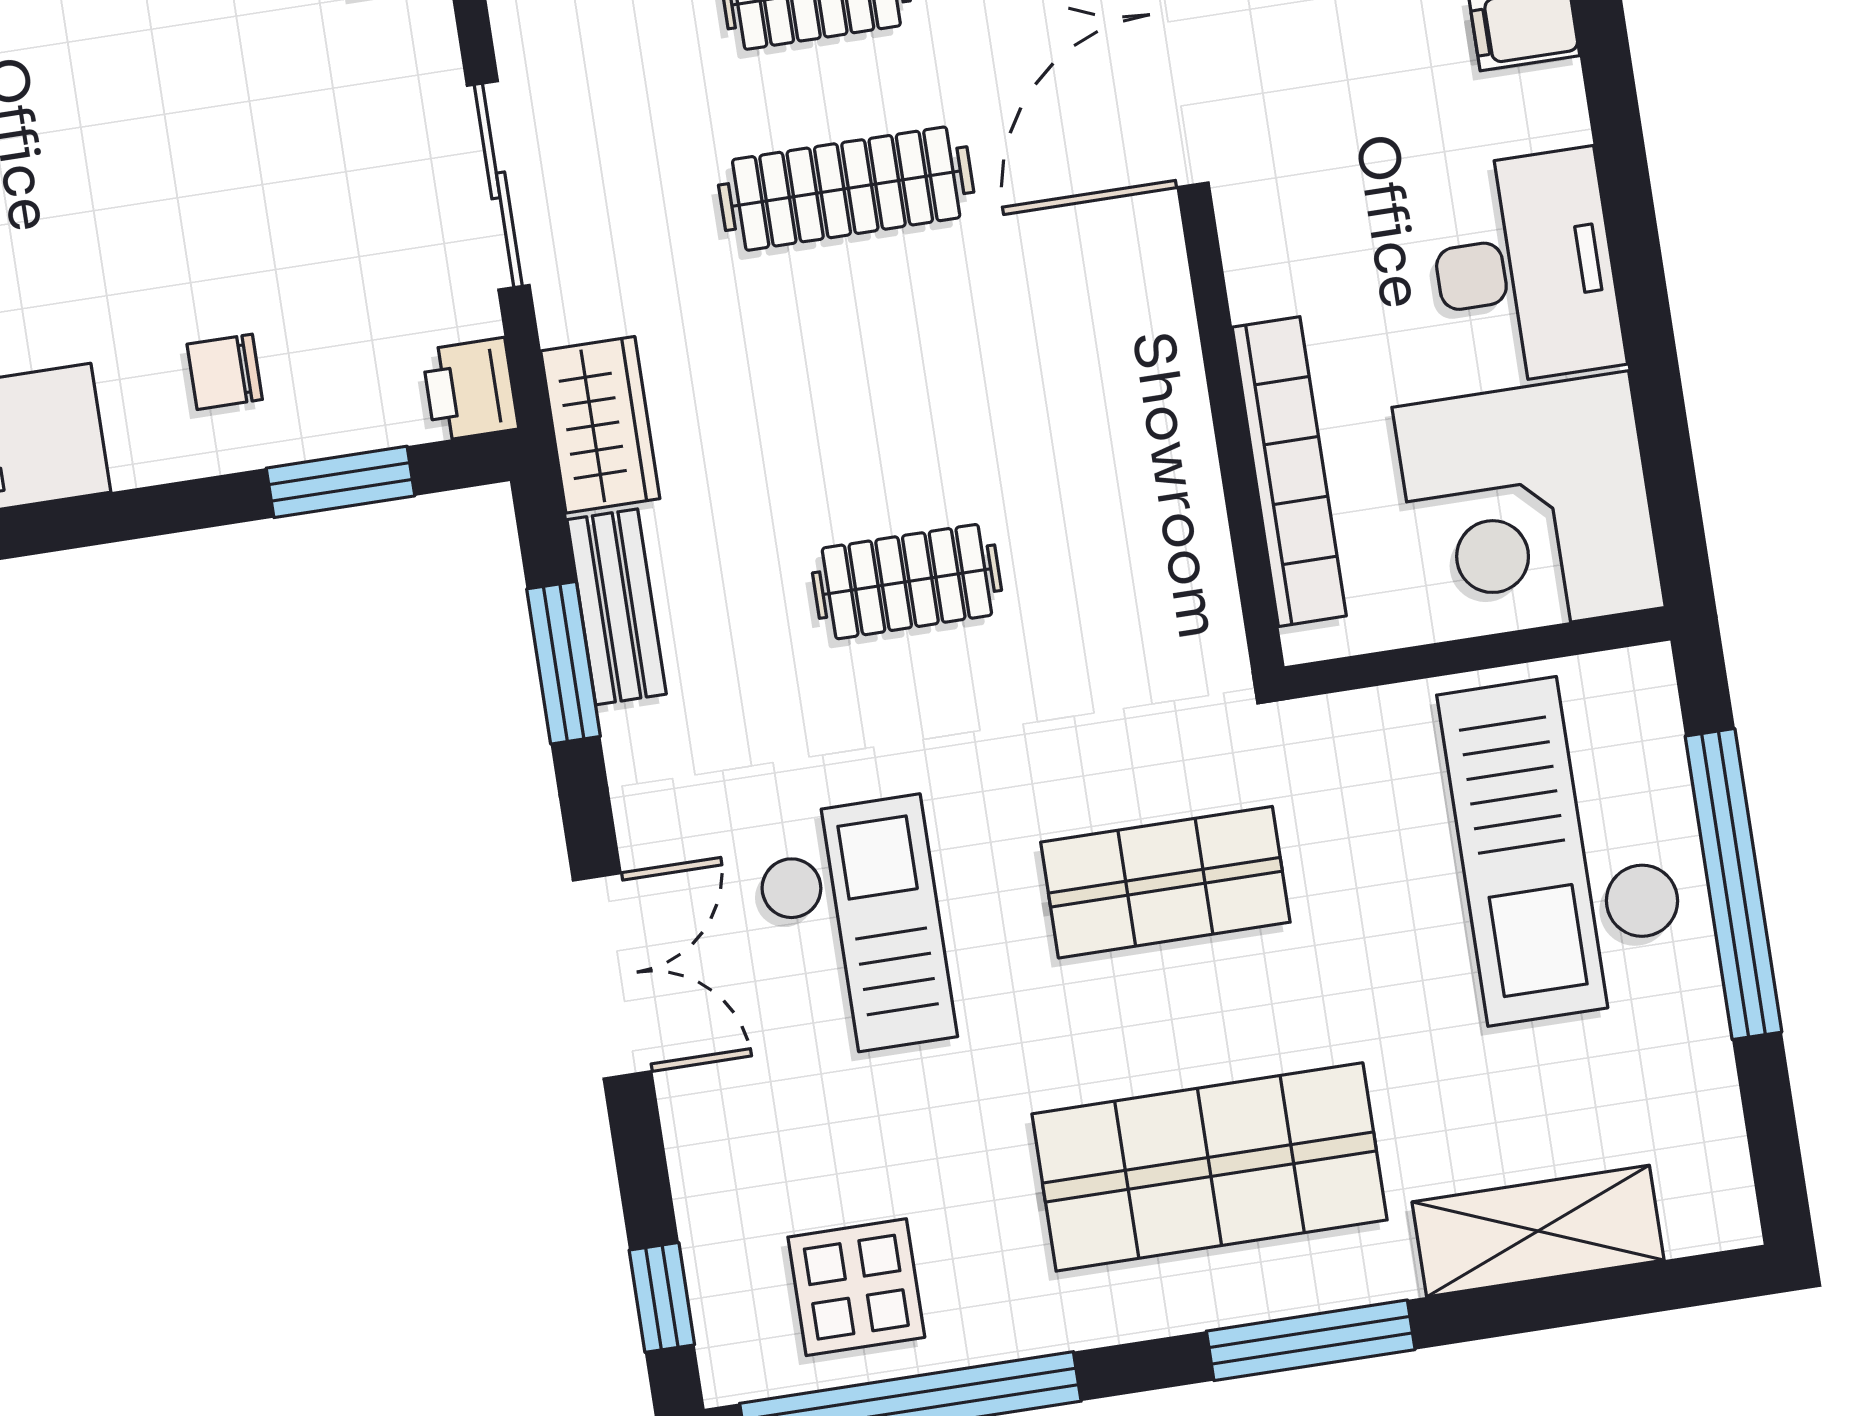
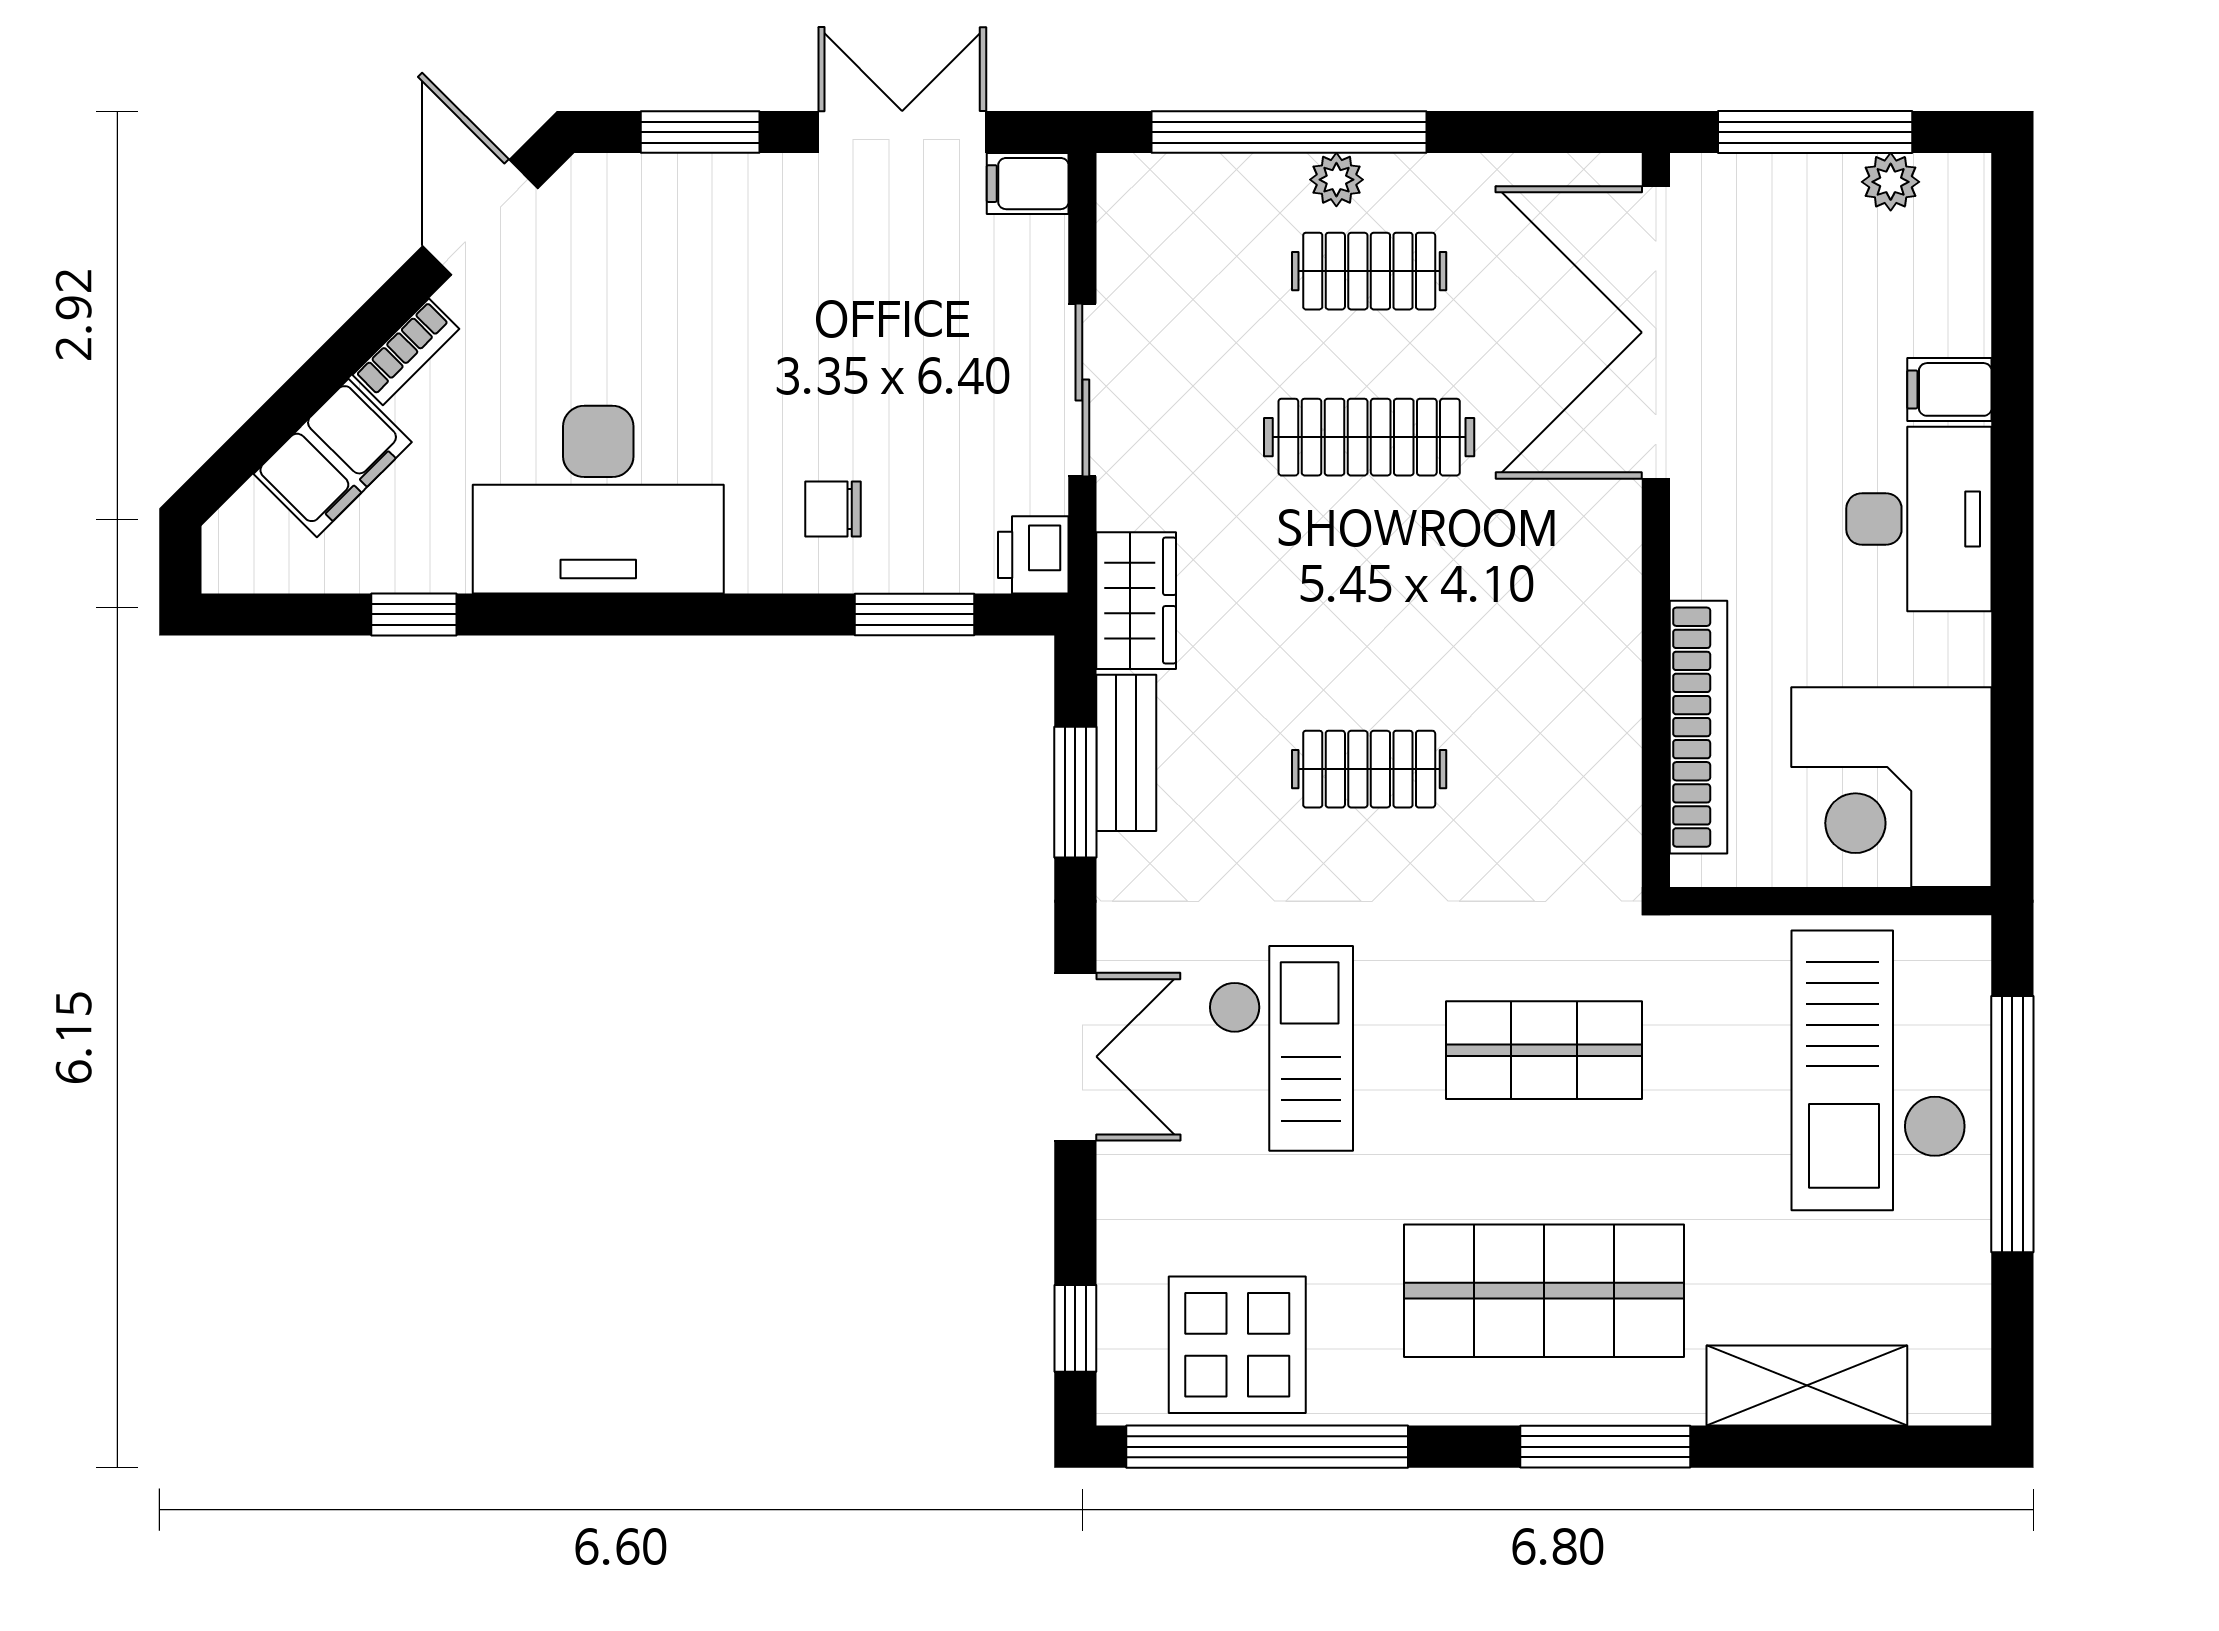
desk: (1525, 268) -> (1919, 519), moved
display table: (856, 1287) -> (1237, 1345), width x1.36, depth x1.36

